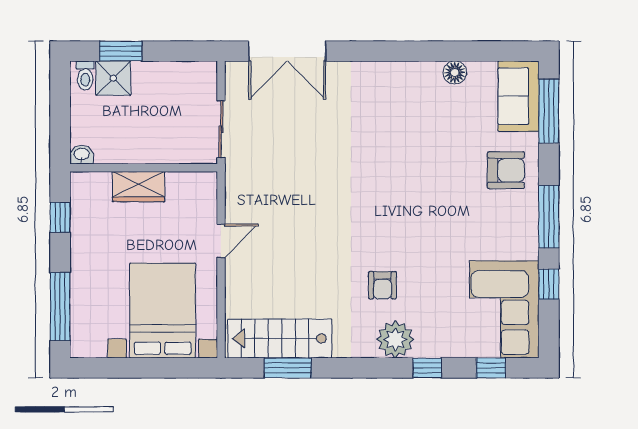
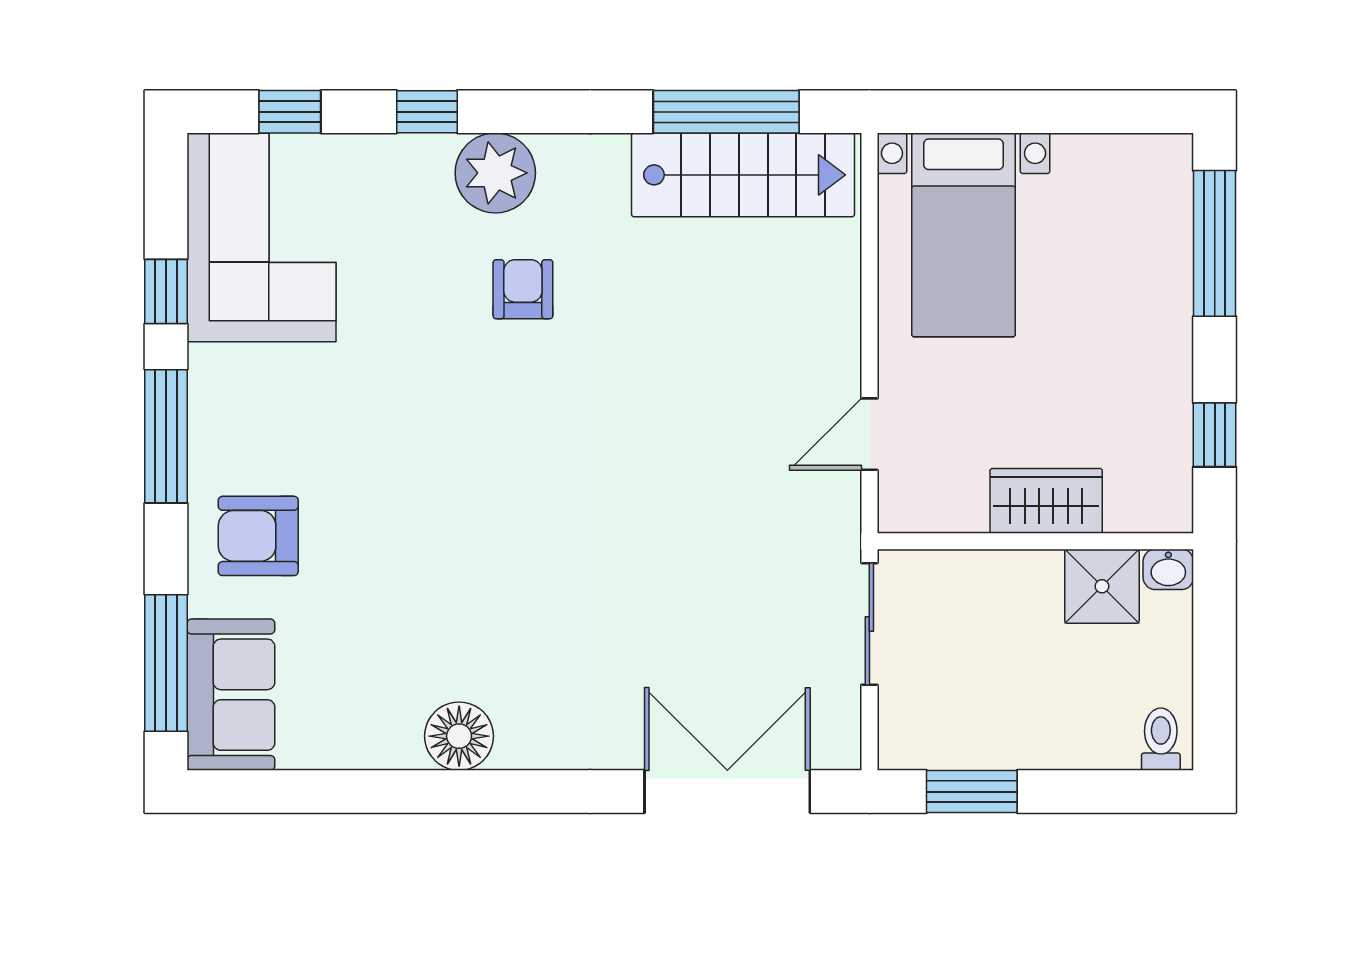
window: (121, 51) -> (972, 792), moved
floor lamp: (455, 73) -> (459, 736), moved, width x1.38, depth x1.38
shower: (113, 78) -> (1102, 586), moved
door: (221, 241) -> (869, 434), moved
bed with nightstands: (163, 311) -> (964, 235), width x0.73
window: (288, 368) -> (726, 112), width x1.44

